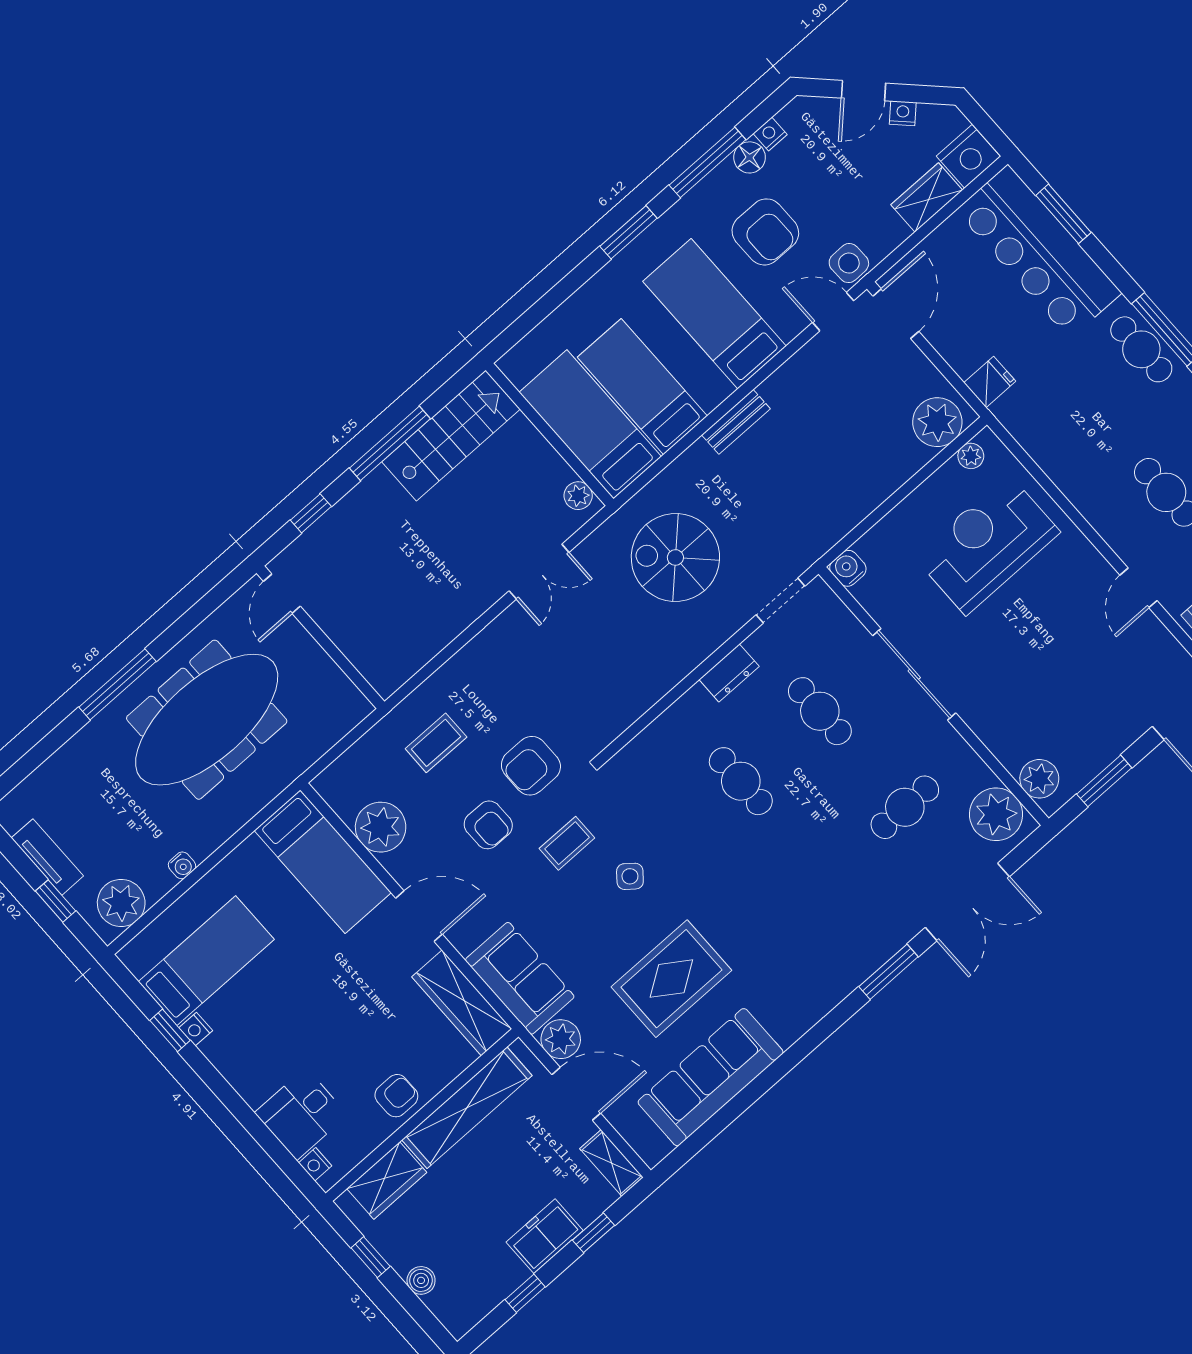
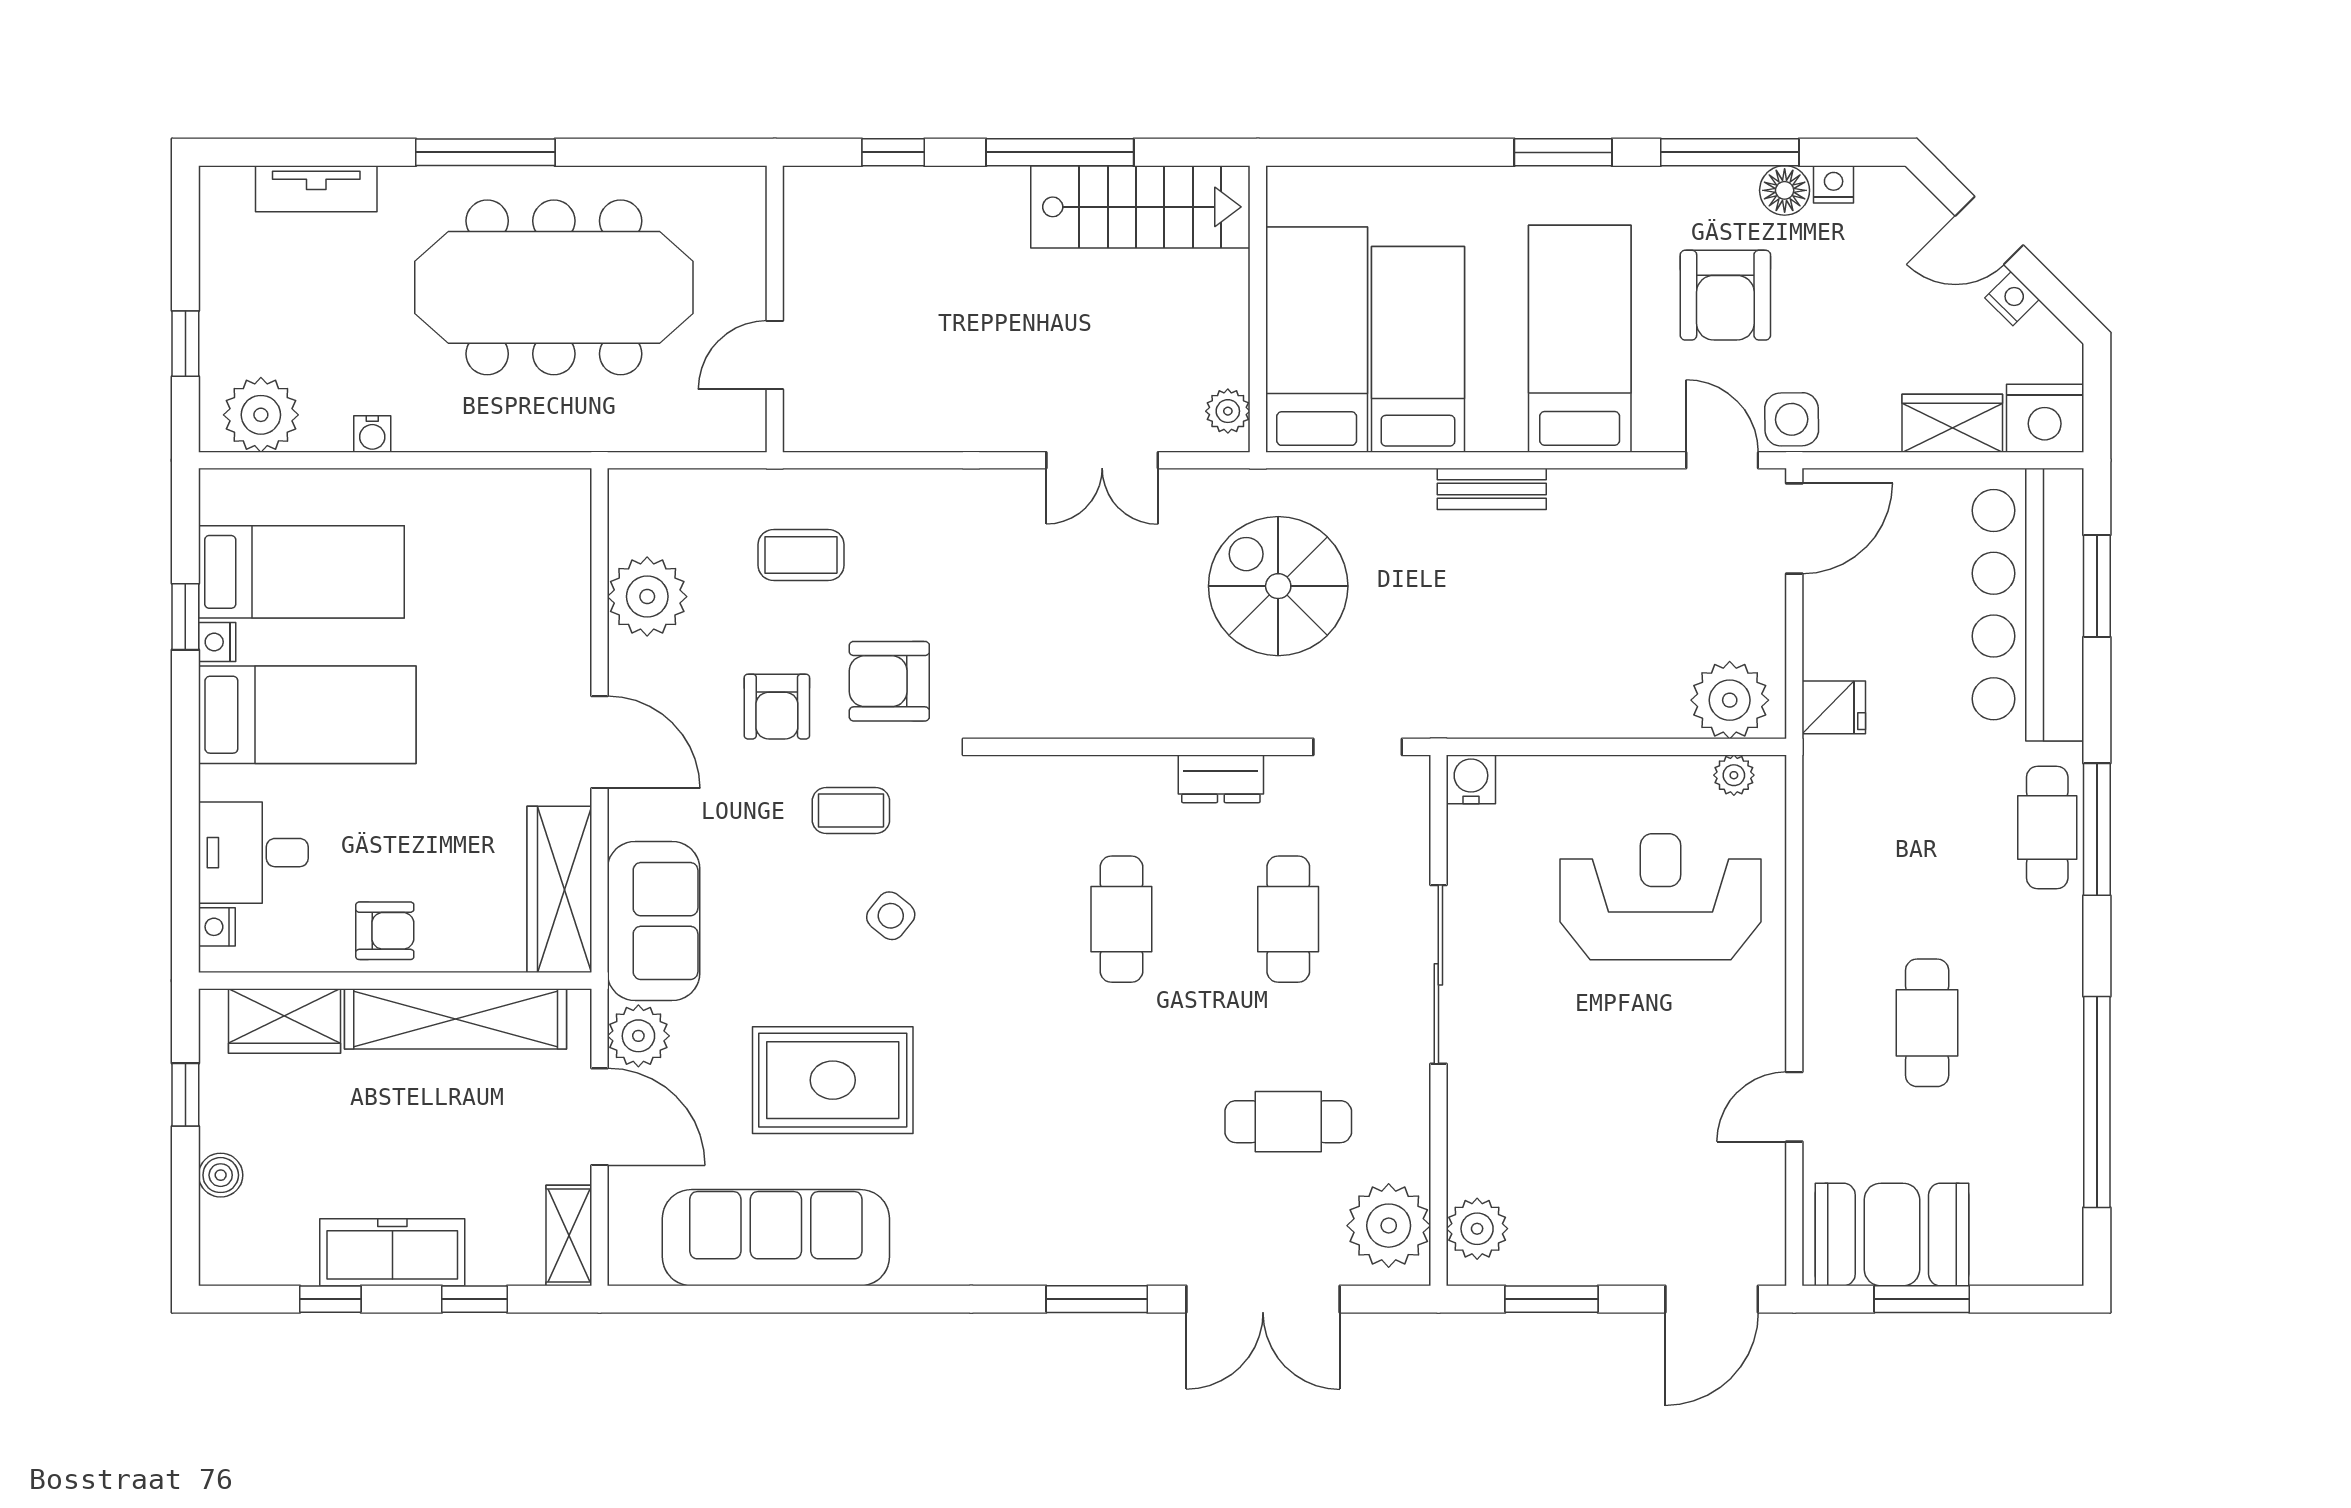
door: (282, 594) -> (775, 355), moved
tv unit: (47, 857) -> (316, 189), moved, turned 90
bed: (323, 862) -> (307, 715), moved, turned -90
freezer: (545, 1236) -> (392, 1252), width x1.40

